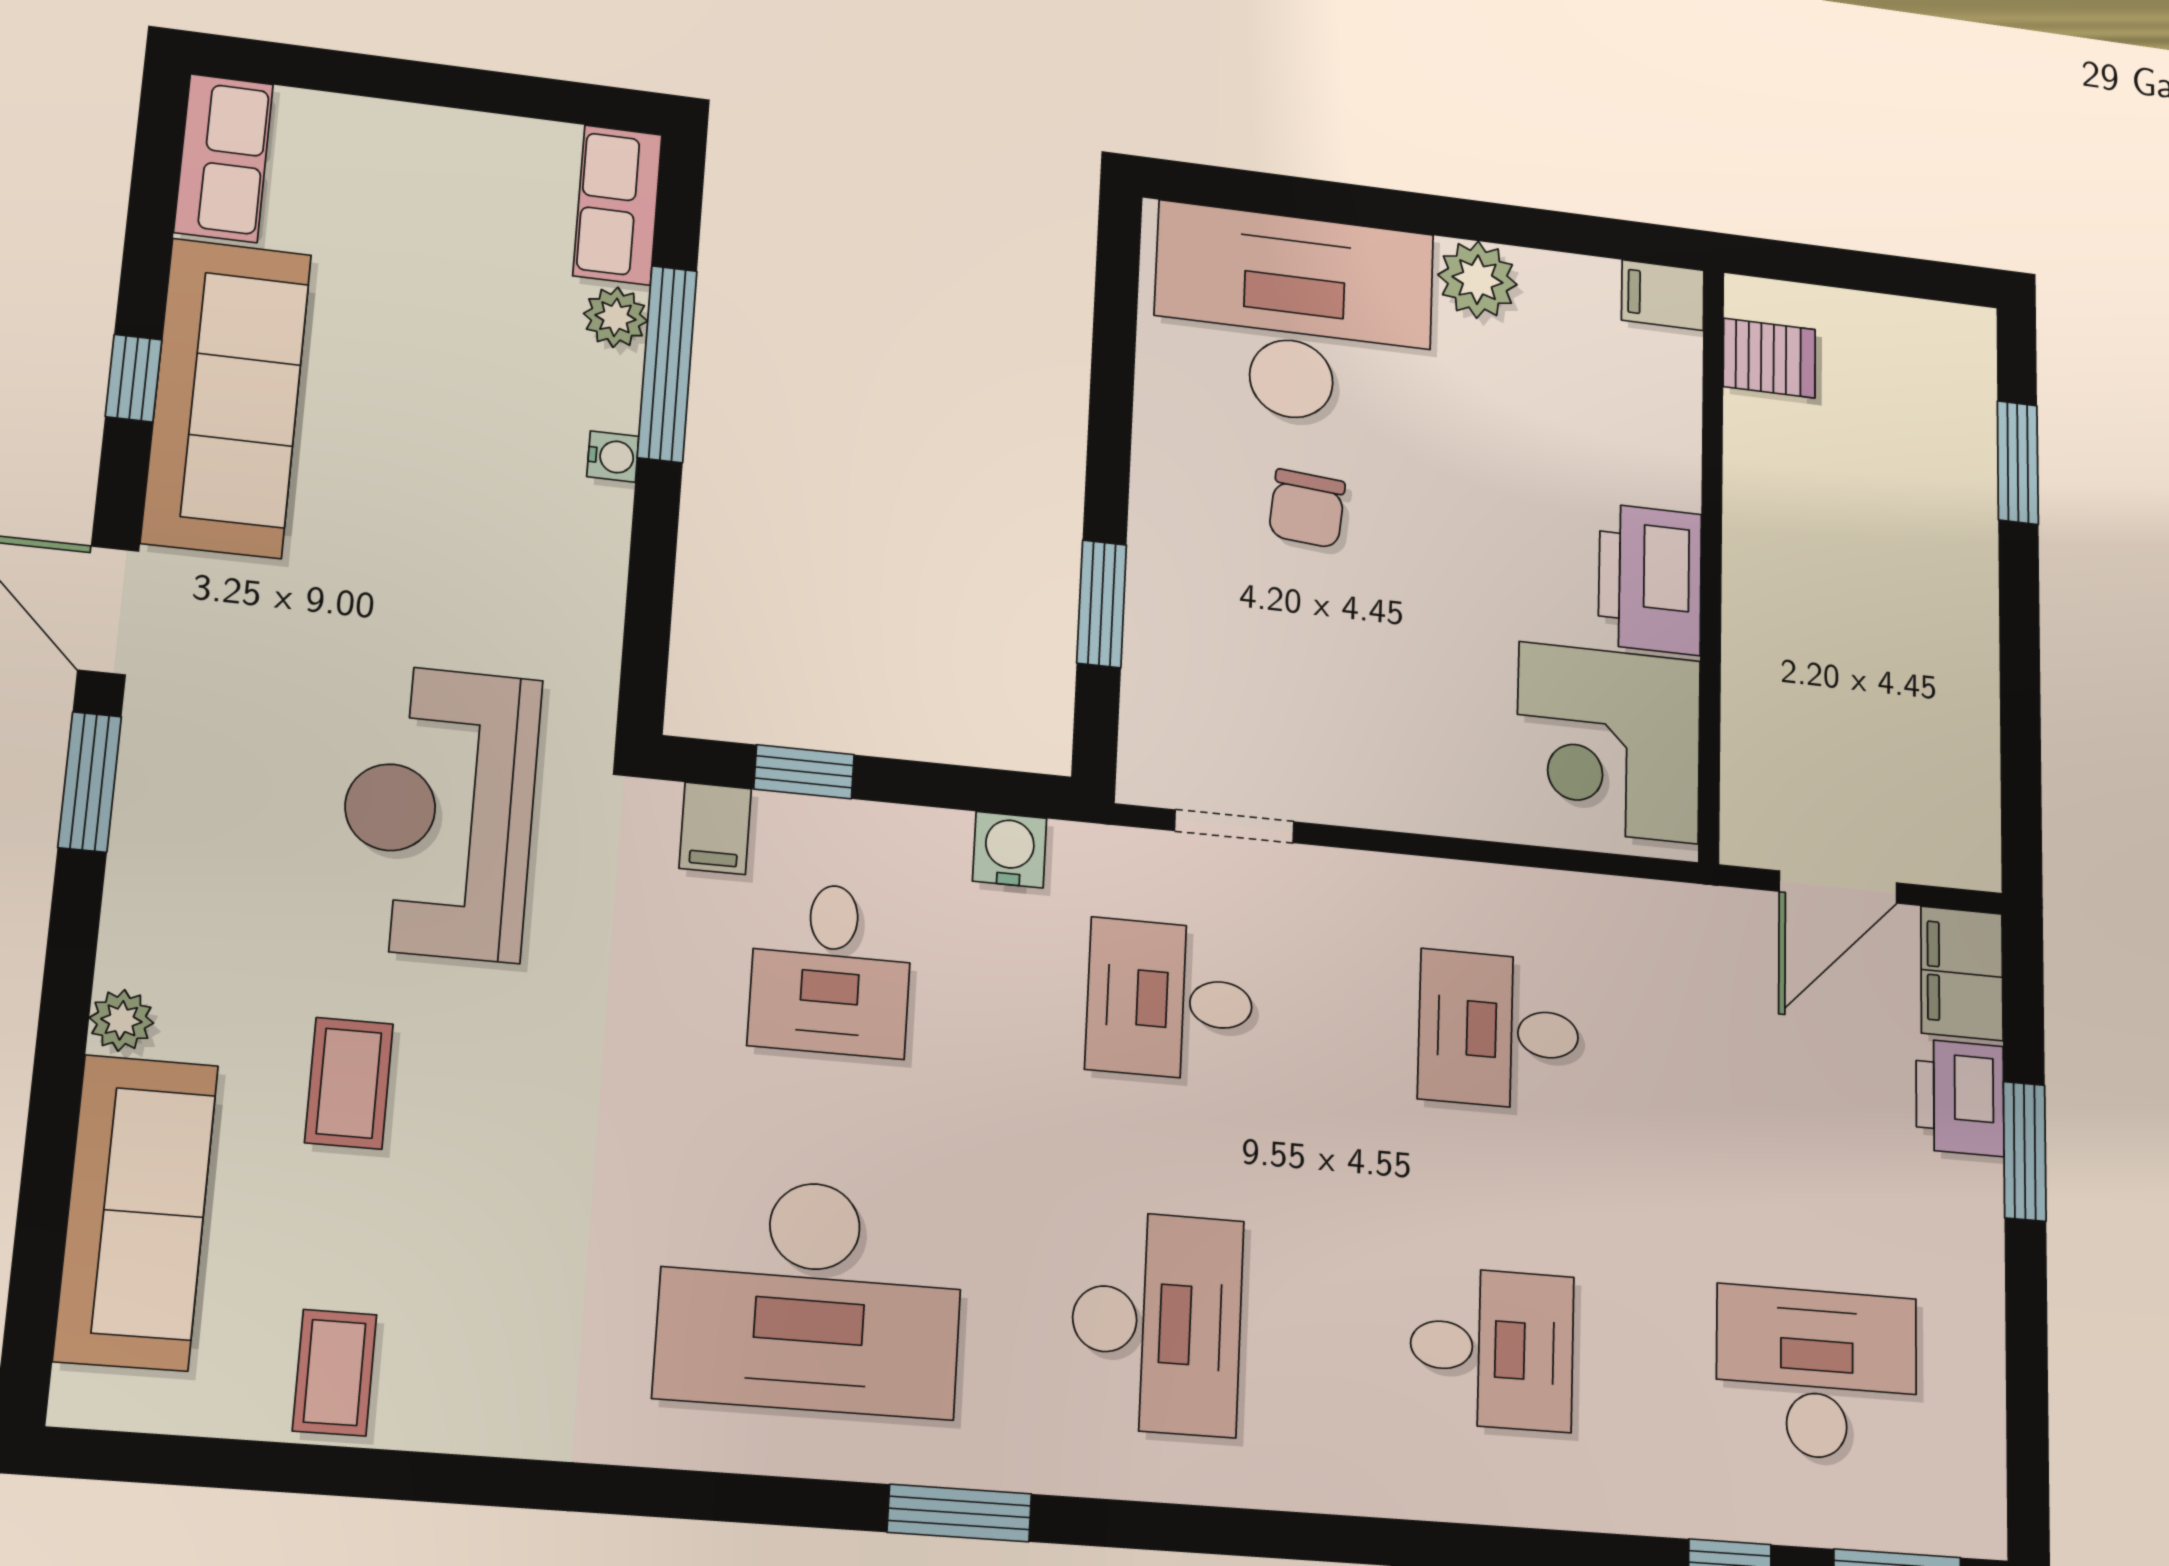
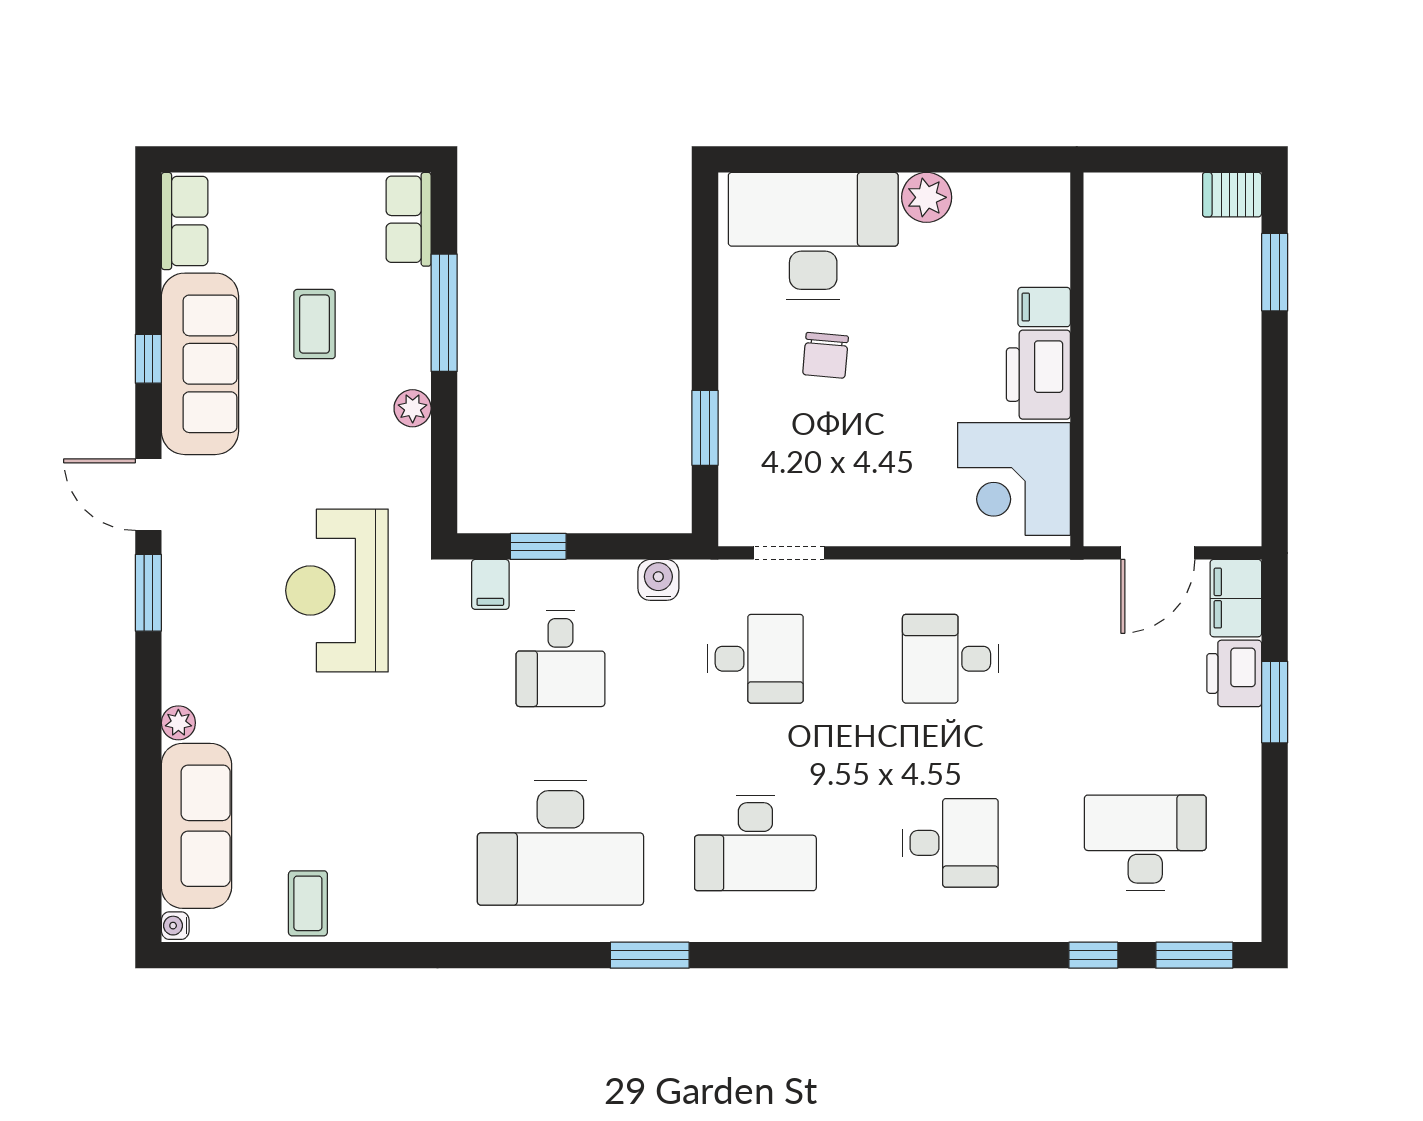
filing cabinet: (1663, 295) -> (1044, 307), moved
plant: (615, 317) -> (413, 408), moved
server rack: (1769, 358) -> (1232, 195), moved, turned 180
water cooler: (613, 457) -> (175, 926), moved, turned 180
desk: (1170, 1000) -> (755, 659), turned 180
coffee table: (349, 1083) -> (315, 324), moved
desk: (1157, 1323) -> (755, 843), turned 90

